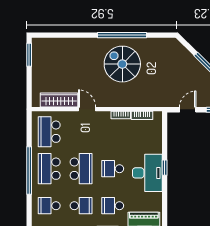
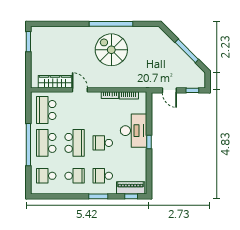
door: (188, 110) -> (169, 90), swing flipped
desk: (147, 173) -> (134, 131), moved

